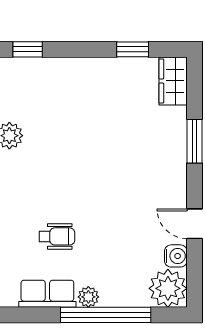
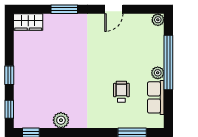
window: (133, 49) -> (9, 75), moved
water cooler: (176, 256) -> (133, 20), removed
plant: (168, 288) -> (158, 20), width x0.53, depth x0.53

